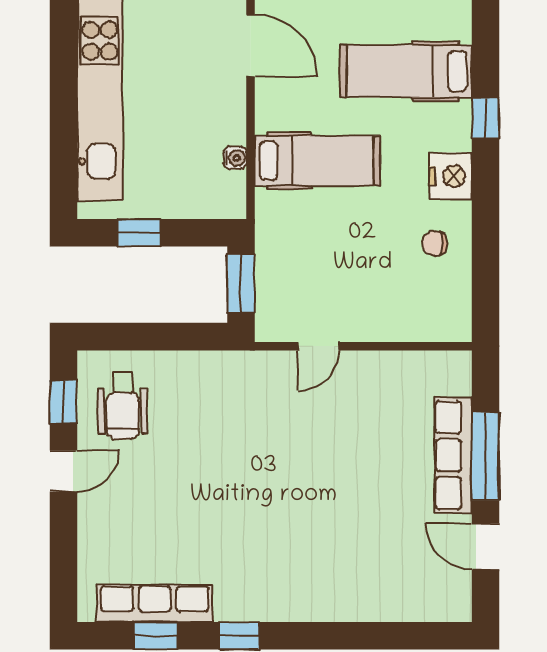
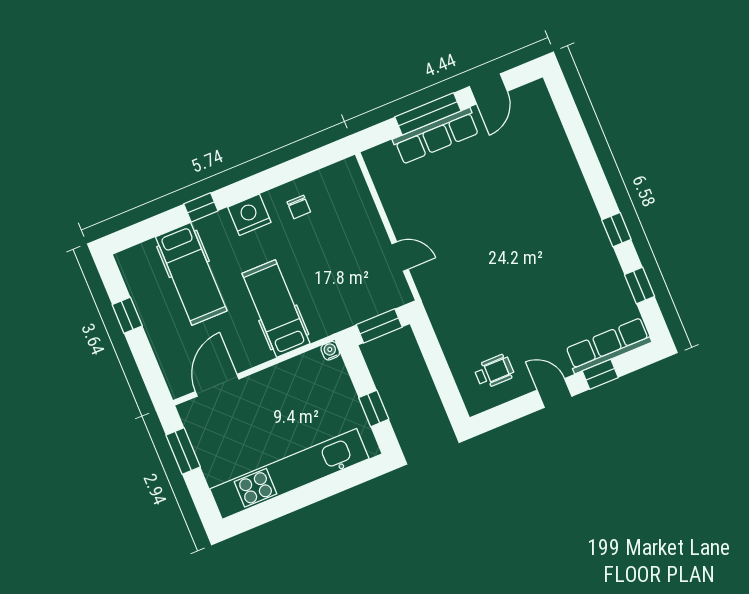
water cooler: (235, 158) -> (330, 351), moved
window: (63, 402) -> (600, 374), moved
wheelchair: (123, 406) -> (494, 371), width x0.73, depth x0.73
row of seats: (155, 603) -> (608, 346), moved, turned 90

